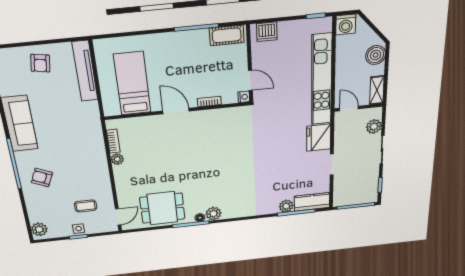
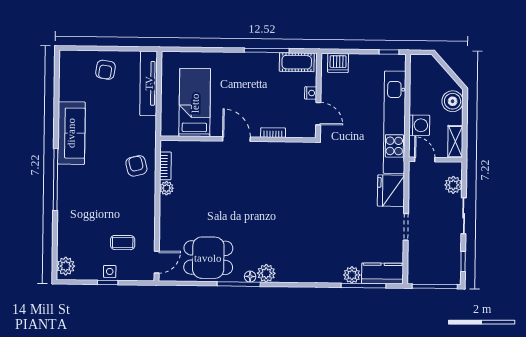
washing machine: (346, 25) -> (419, 125), moved, turned -90
nightstand: (244, 97) -> (311, 93), moved
armchair: (42, 178) -> (136, 166), moved, turned 52

